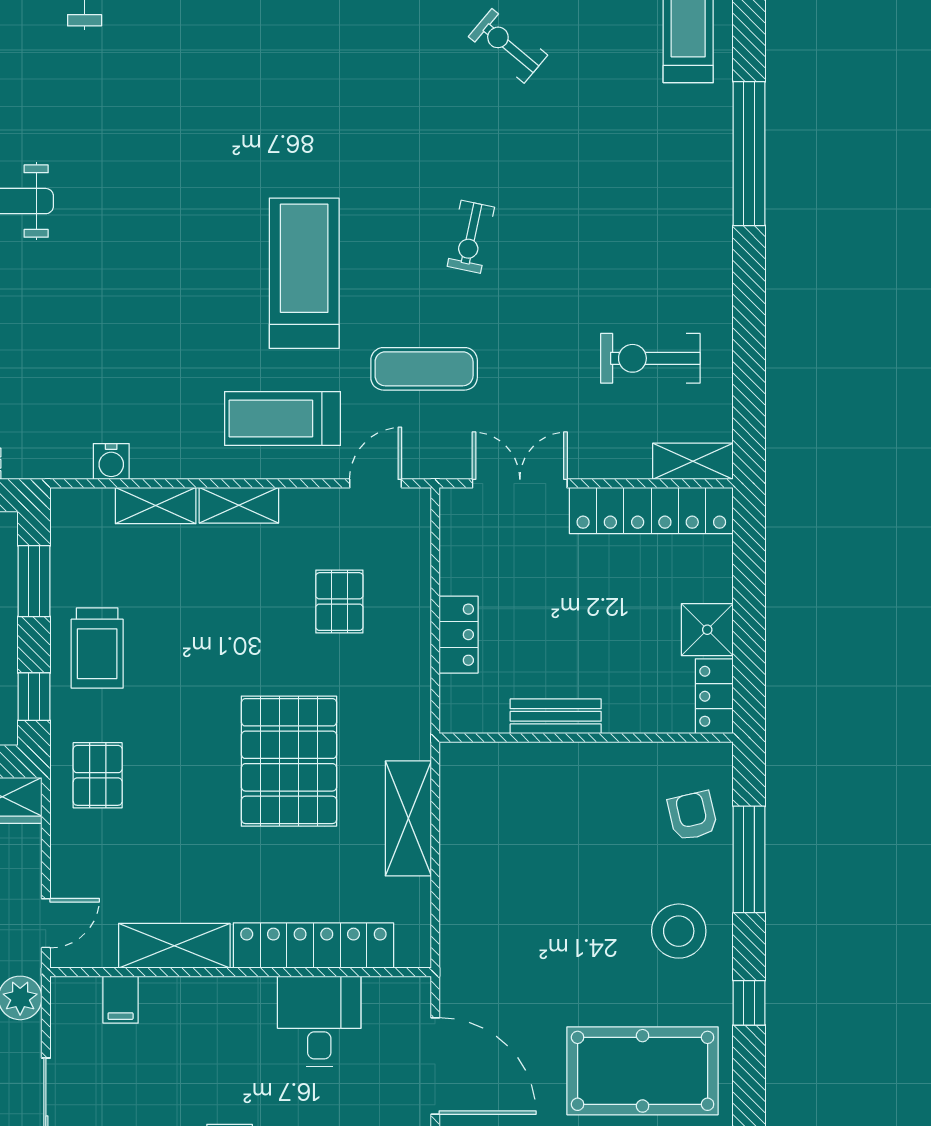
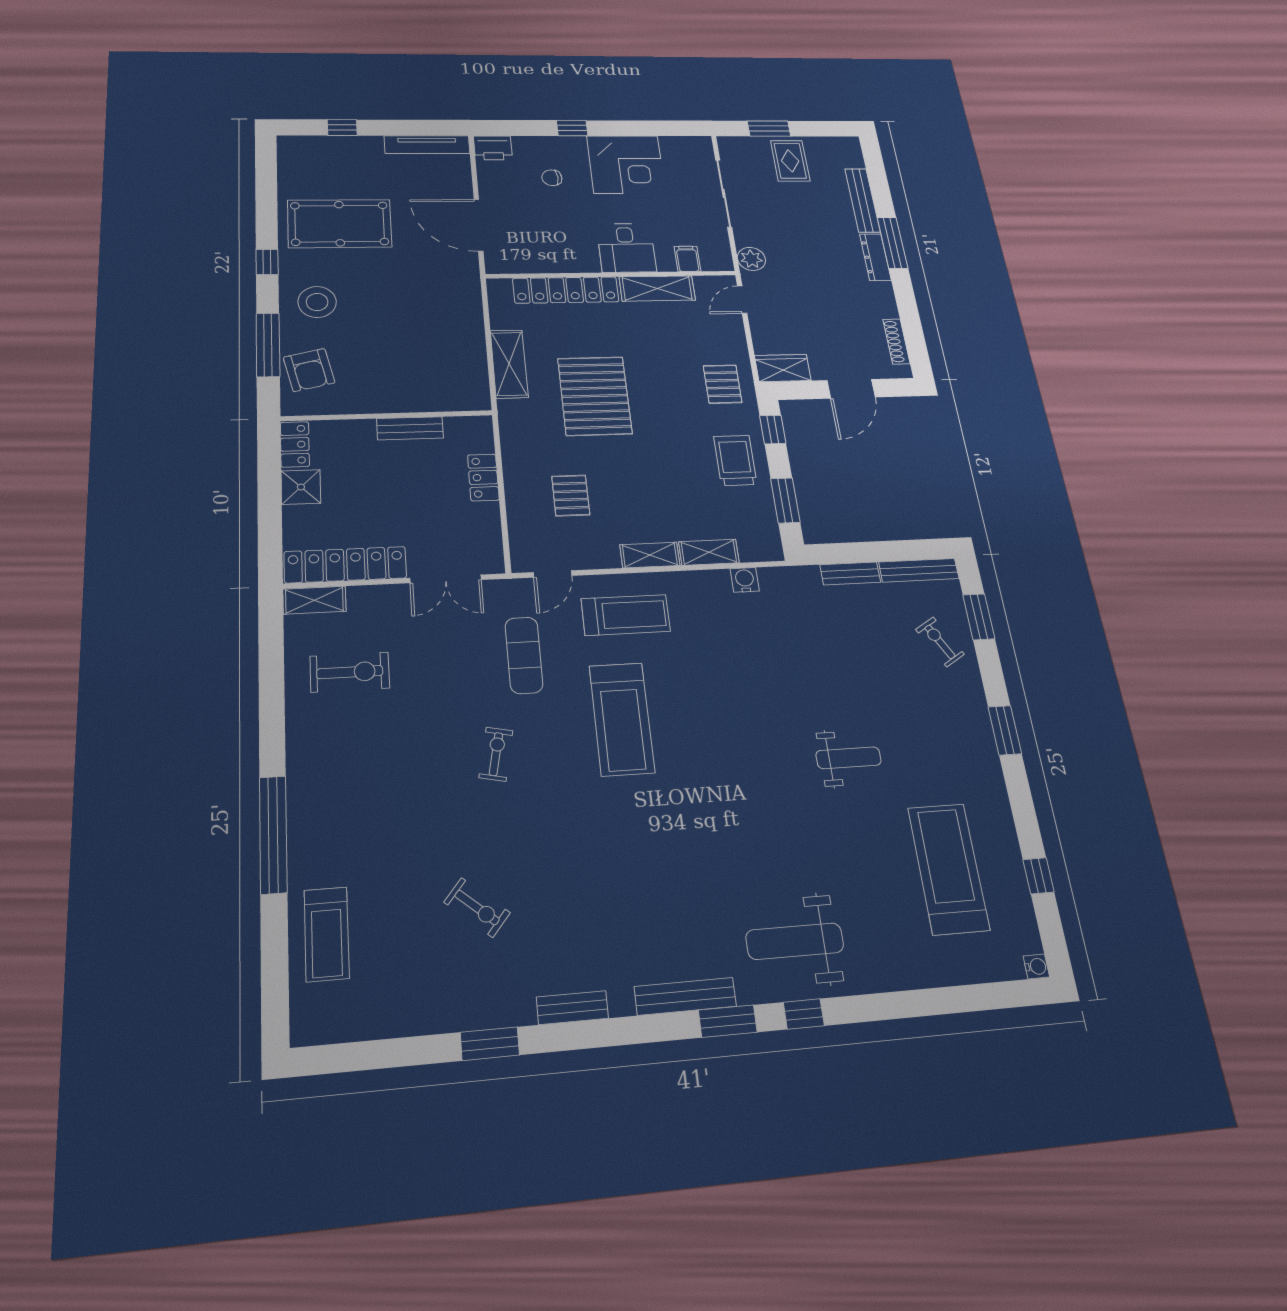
exercise mat: (424, 369) -> (524, 655), turned 90
armchair: (692, 816) -> (309, 370), width x1.38, depth x1.38
desk: (319, 1021) -> (626, 248), moved

